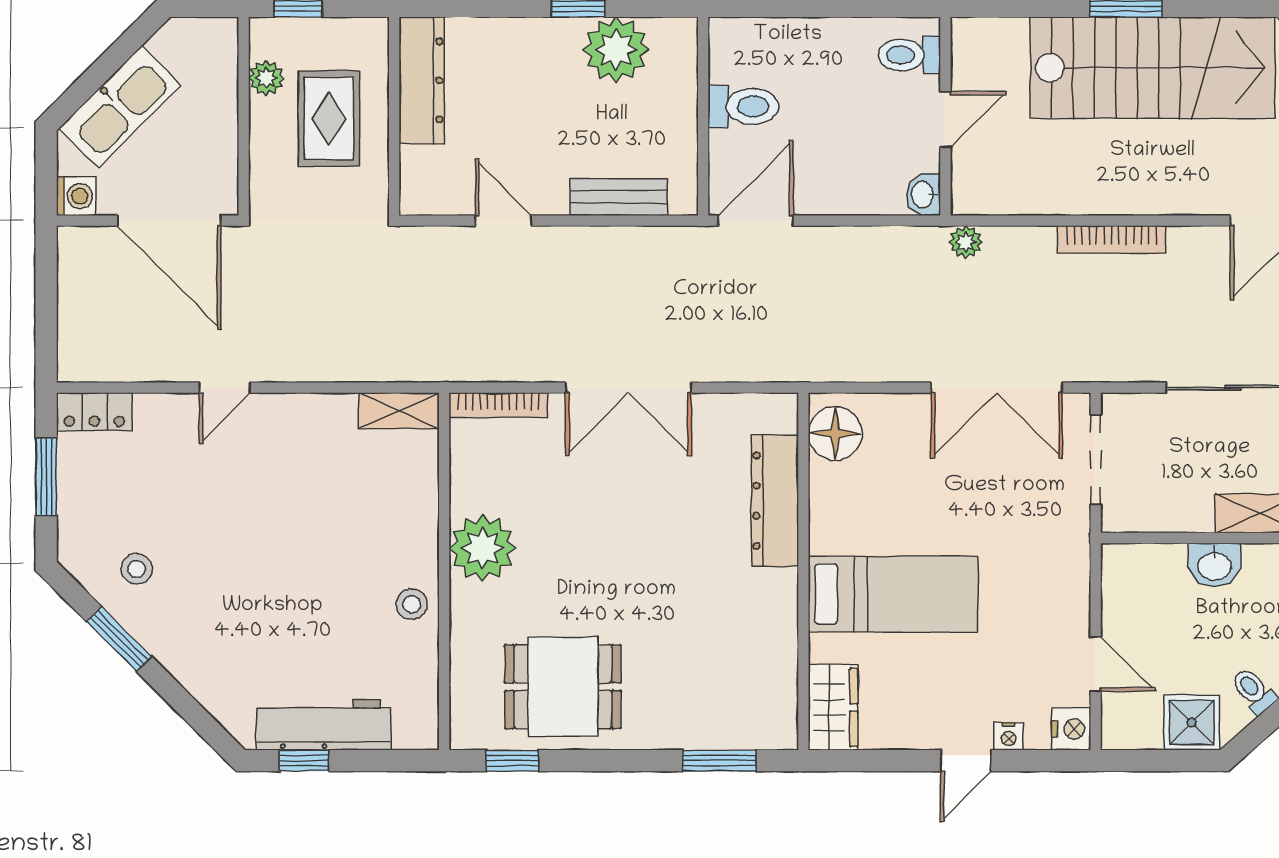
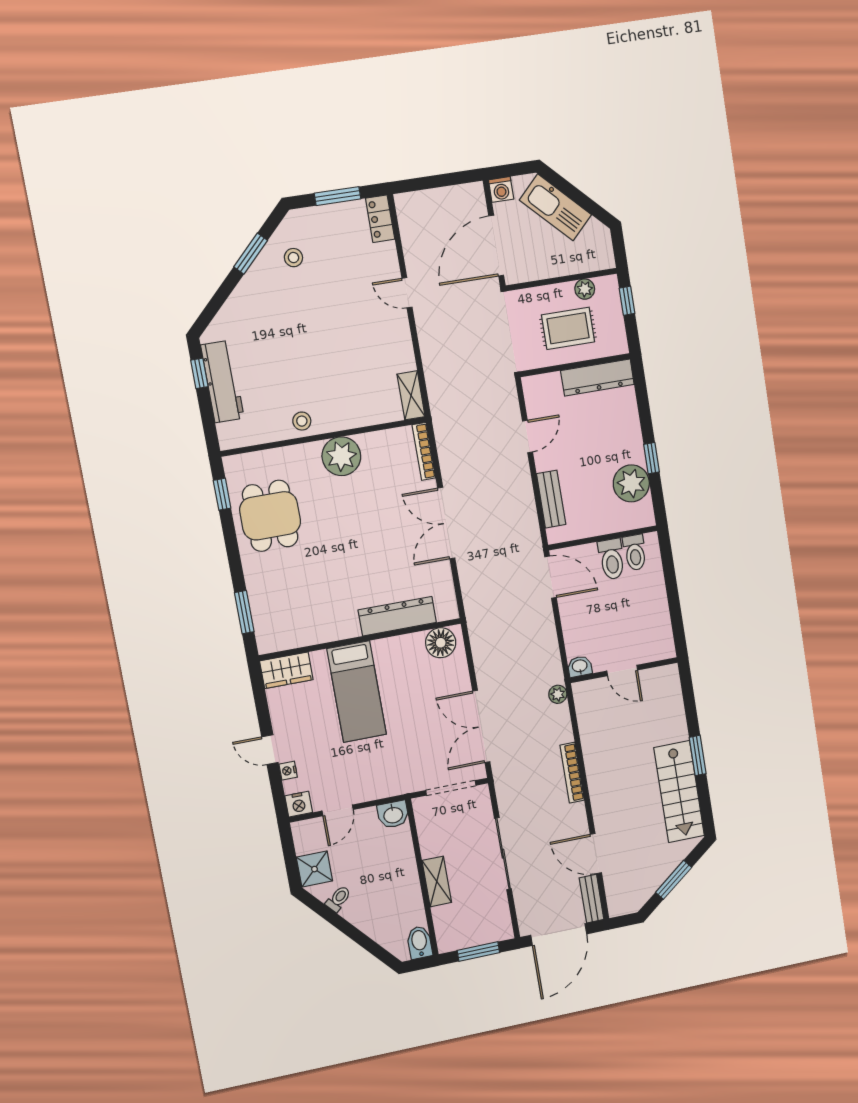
toilet: (909, 55) -> (635, 552), moved, turned 180
stairs: (1152, 68) -> (679, 792), width x0.73, depth x0.66
washbasin: (1214, 565) -> (393, 815), moved, turned -90

